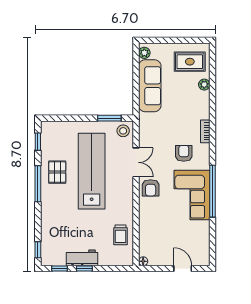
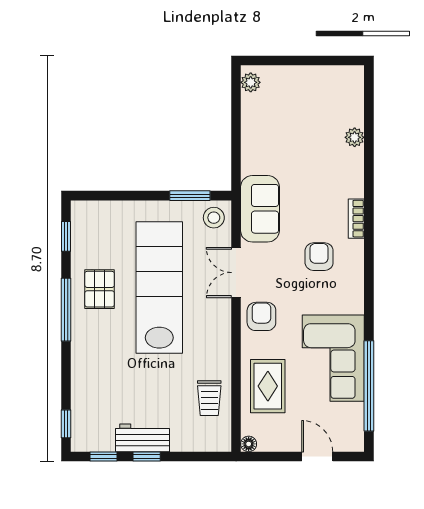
rug: (190, 62) -> (268, 386), moved, turned 90
sofa: (150, 86) -> (260, 209), moved, width x0.73
double door: (136, 162) -> (236, 273), swing flipped
armchair: (151, 188) -> (261, 316), turned 180
window: (212, 191) -> (369, 386), moved
corner sofa: (192, 195) -> (333, 358), moved

